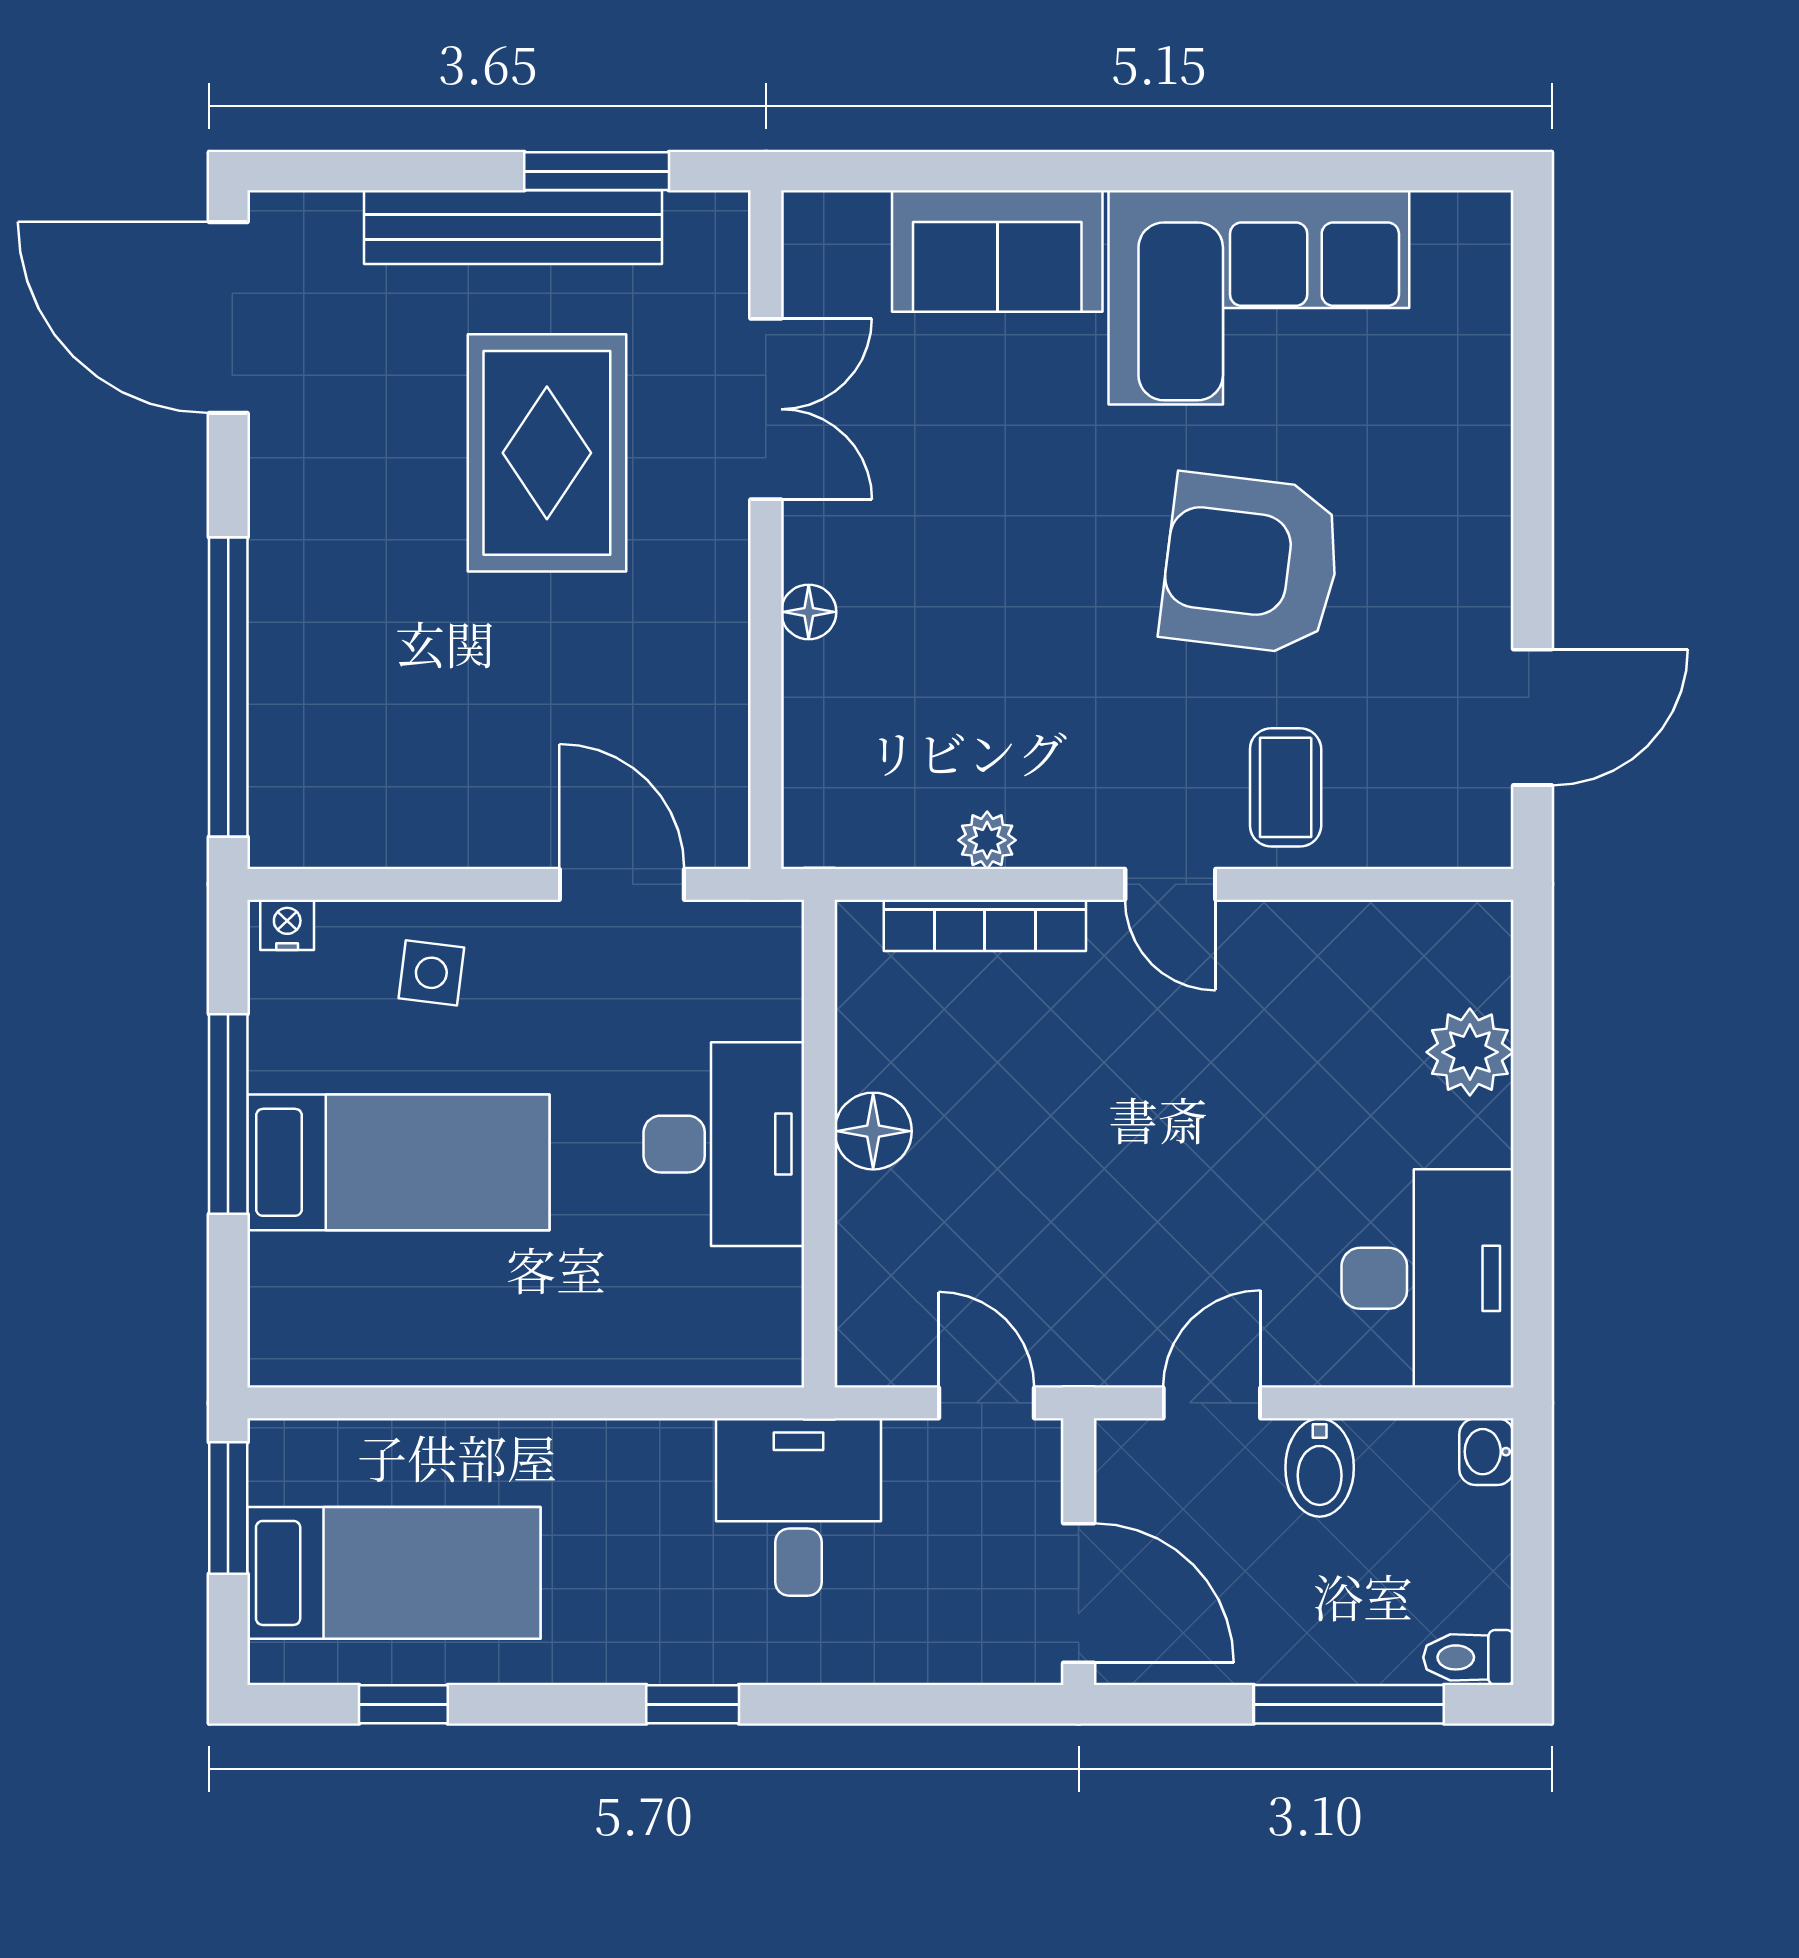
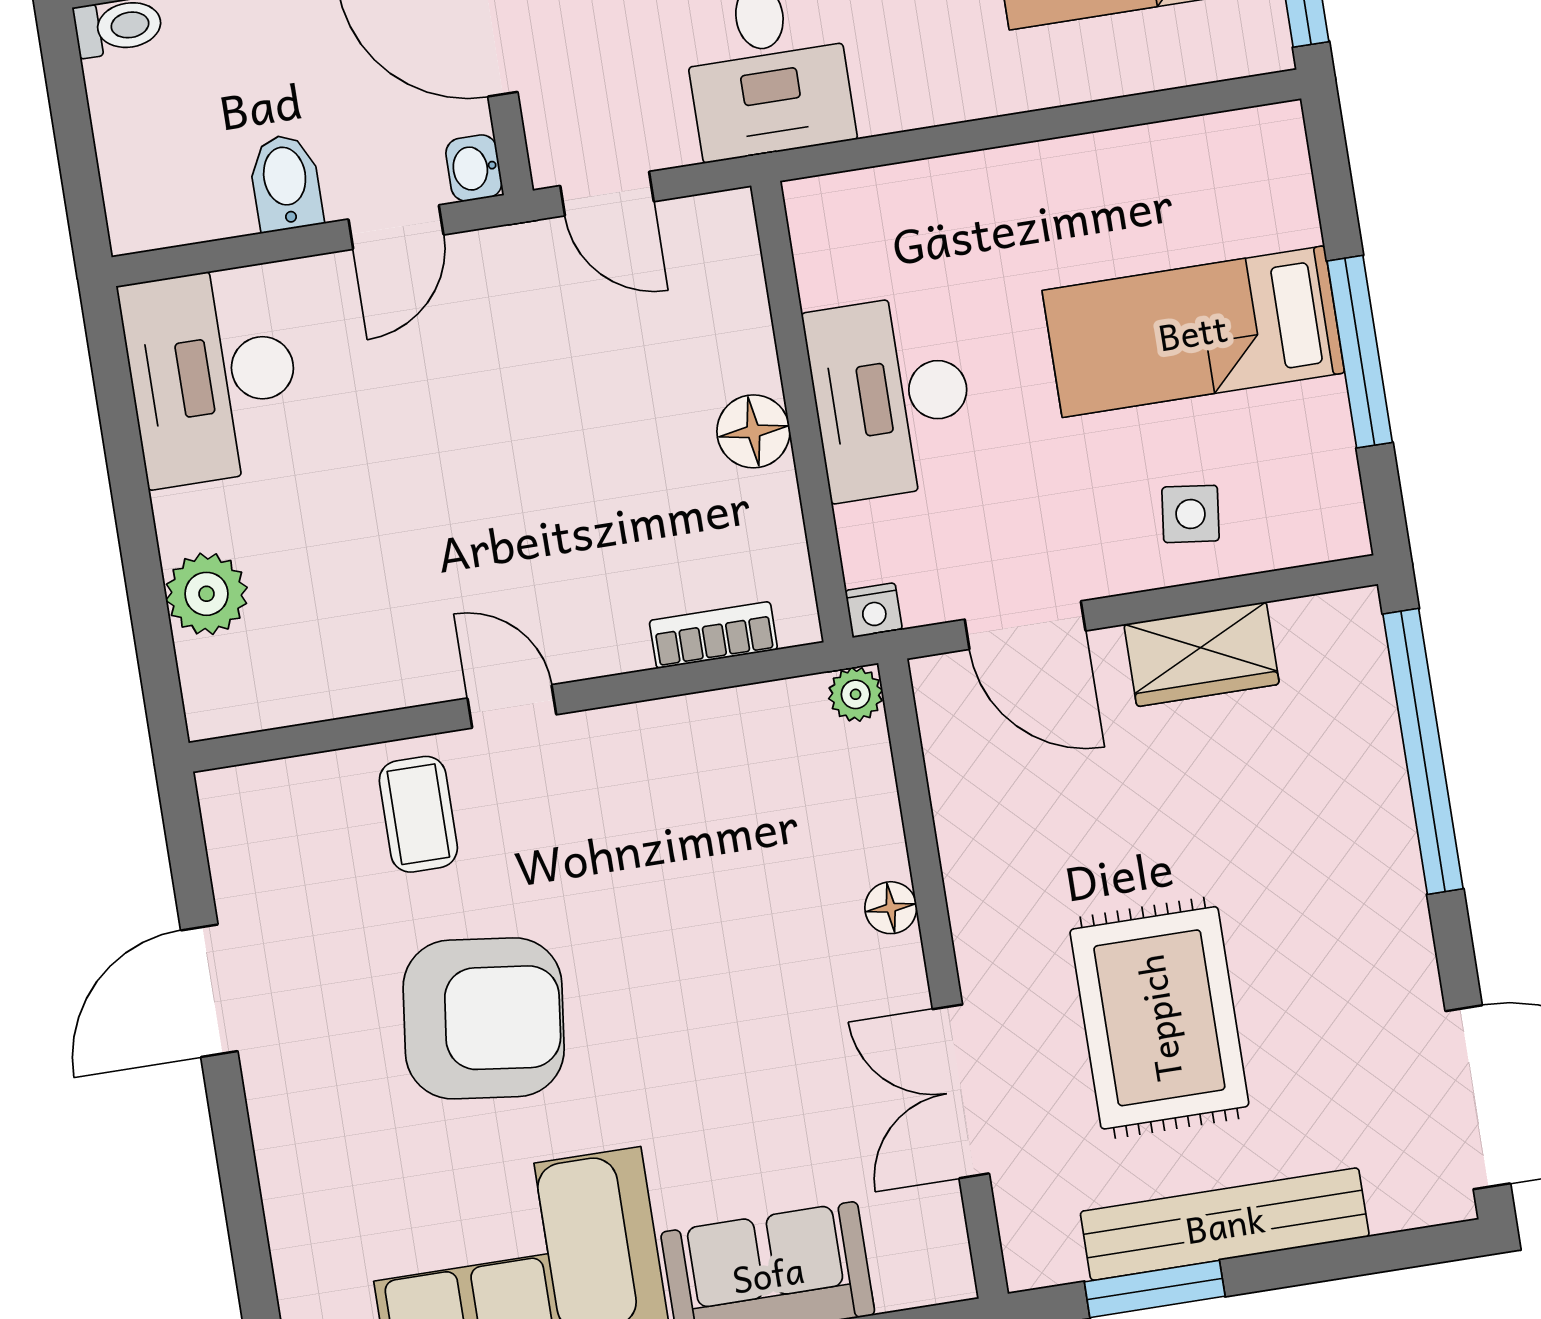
door: (1533, 717) -> (209, 991), moved
wardrobe: (443, 825) -> (1202, 654), added
plant: (987, 840) -> (856, 694), moved
nightstand: (287, 925) -> (874, 610), moved
bookcase: (985, 925) -> (713, 635), width x0.64
washbasin: (1486, 1452) -> (474, 168), moved, turned 180

